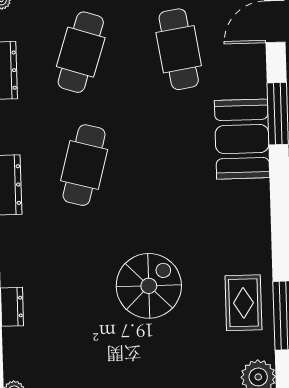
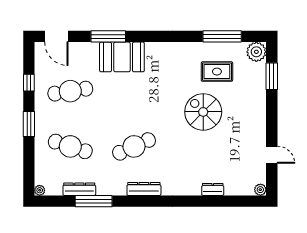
cafe table: (84, 165) -> (134, 146), turned -39
rug: (243, 303) -> (217, 72), moved

